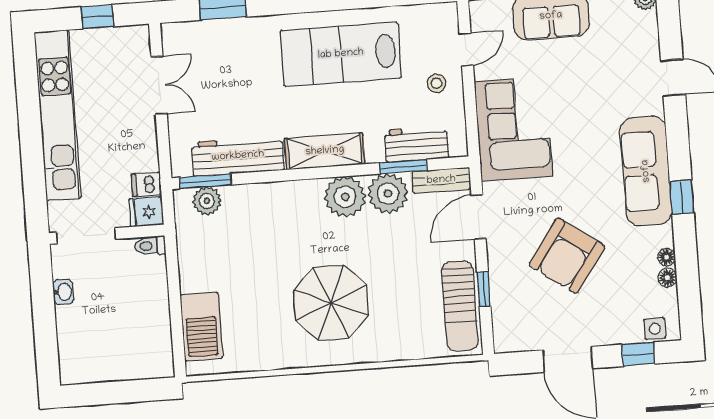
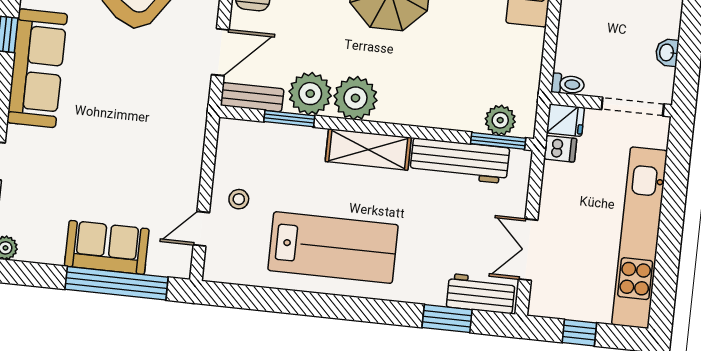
corner sofa: (513, 129) -> (167, 137), removed
workbench: (416, 144) -> (481, 294), moved, turned 180

